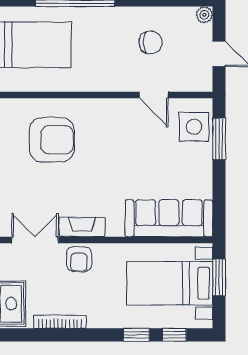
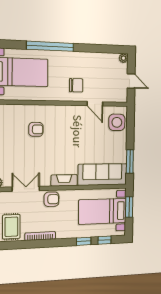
chair: (151, 42) -> (76, 85), moved
window: (219, 139) -> (130, 161), moved
armchair: (52, 140) -> (36, 129), width x0.53, depth x0.53
fireplace: (82, 227) -> (64, 180), moved
armchair: (79, 259) -> (51, 199), turned -90

